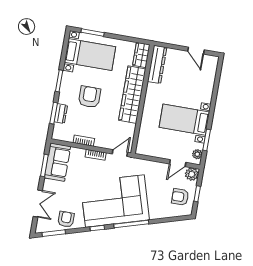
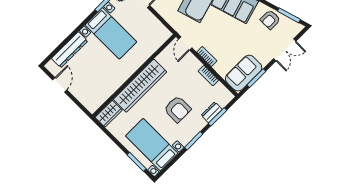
dresser: (157, 64) -> (70, 50), moved, turned 180
armchair: (89, 97) -> (177, 109), turned -90
door: (120, 153) -> (185, 44), hinge flipped
double door: (38, 204) -> (285, 50), swing flipped

